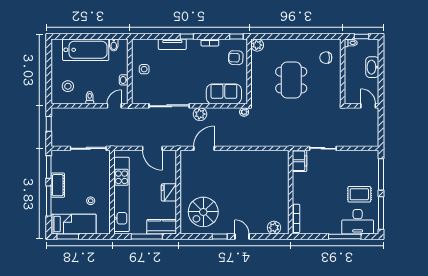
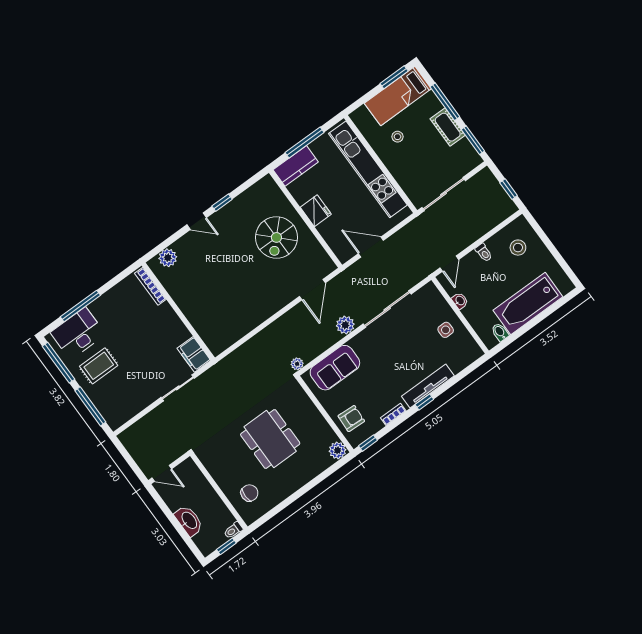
tv unit: (172, 44) -> (428, 386), width x1.41
spiral stairs: (203, 212) -> (276, 237), moved, turned 180

